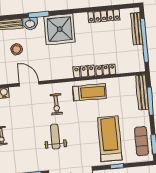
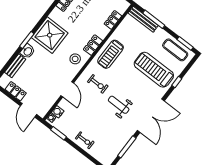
stool: (17, 49) -> (75, 59), moved
locker: (106, 70) -> (113, 20), moved
door: (29, 84) -> (67, 89), swing flipped
treadmill: (90, 92) -> (111, 54), turned 180

